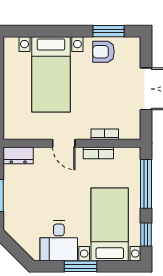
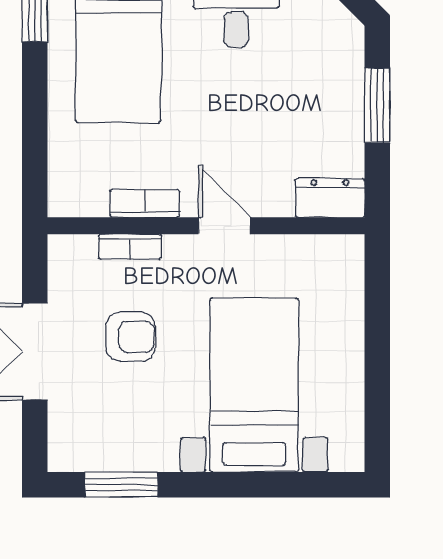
armchair: (104, 52) -> (131, 337), moved
window: (146, 184) -> (35, 132), removed

